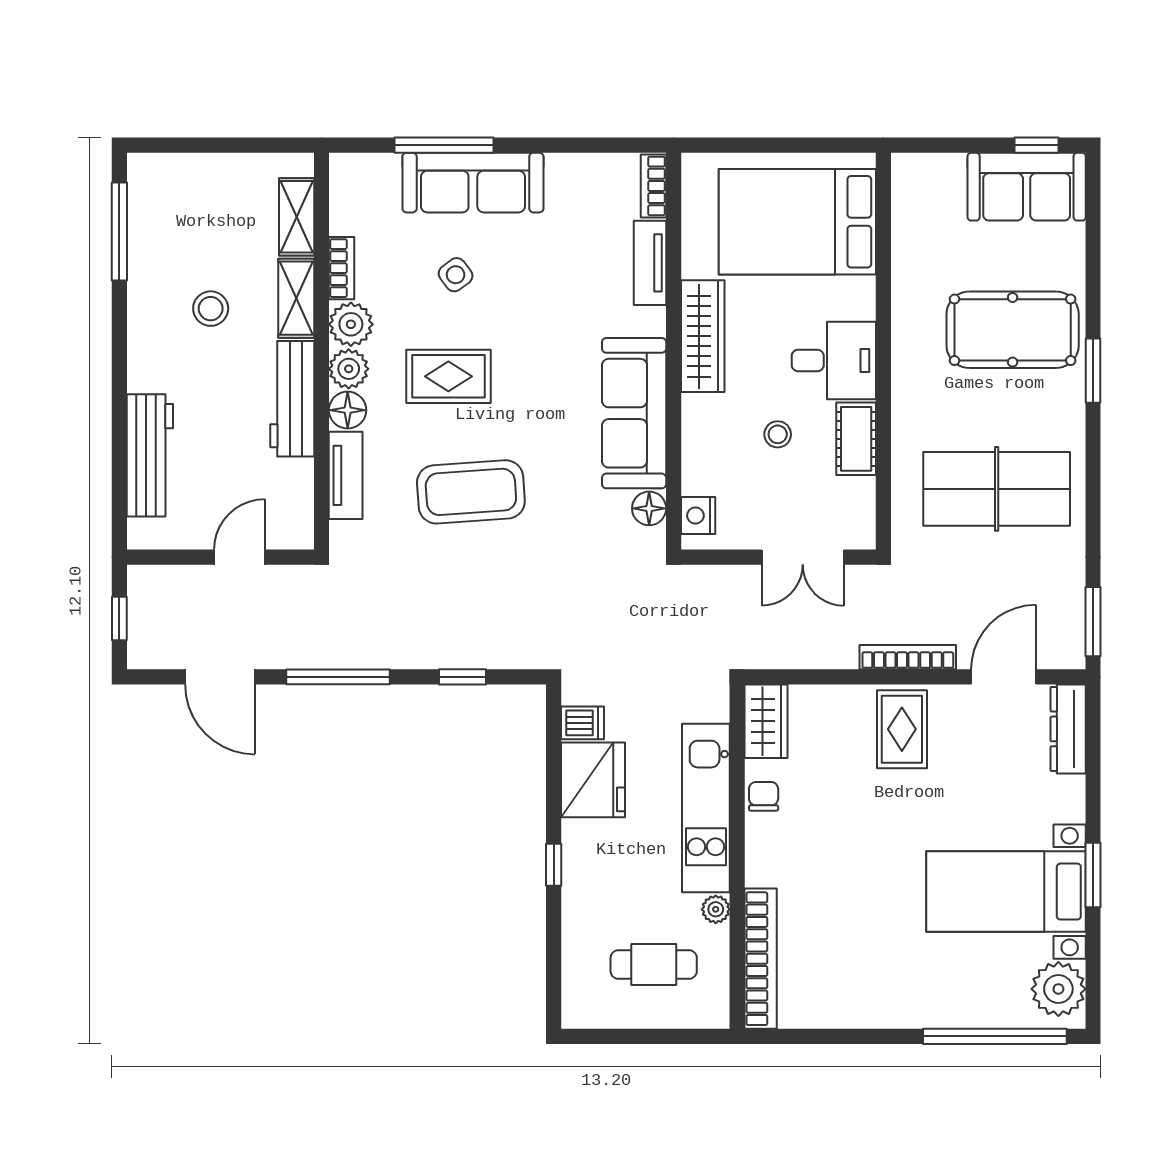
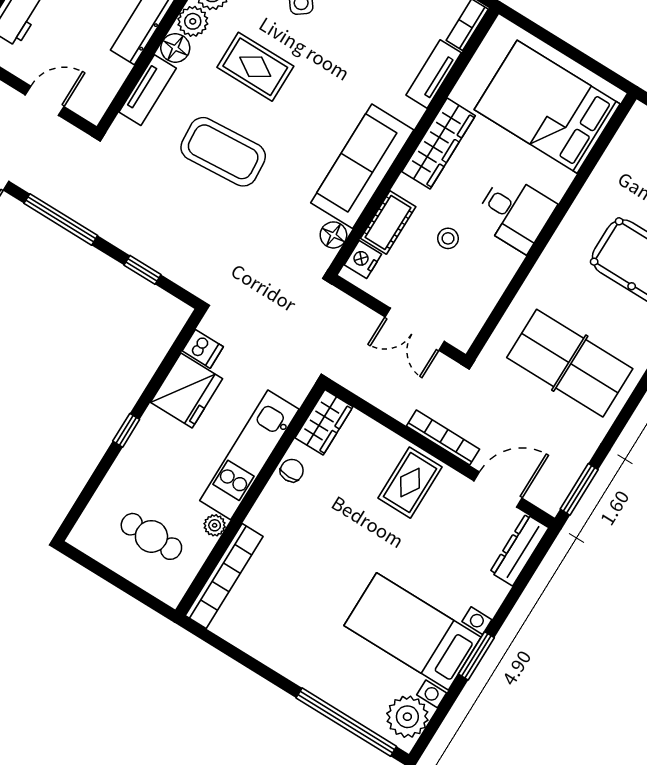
cot: (856, 439) -> (388, 223), moved

